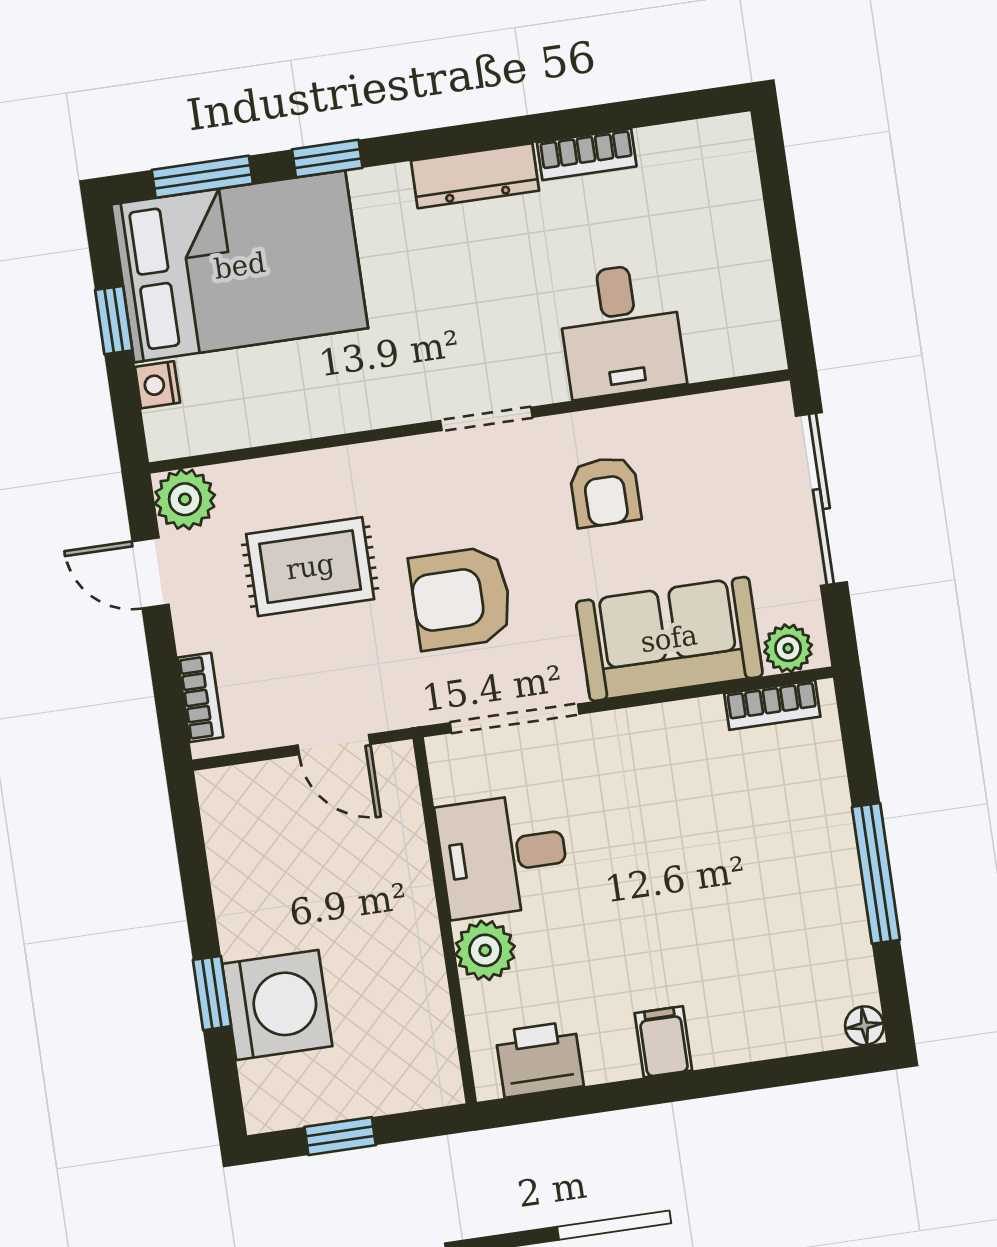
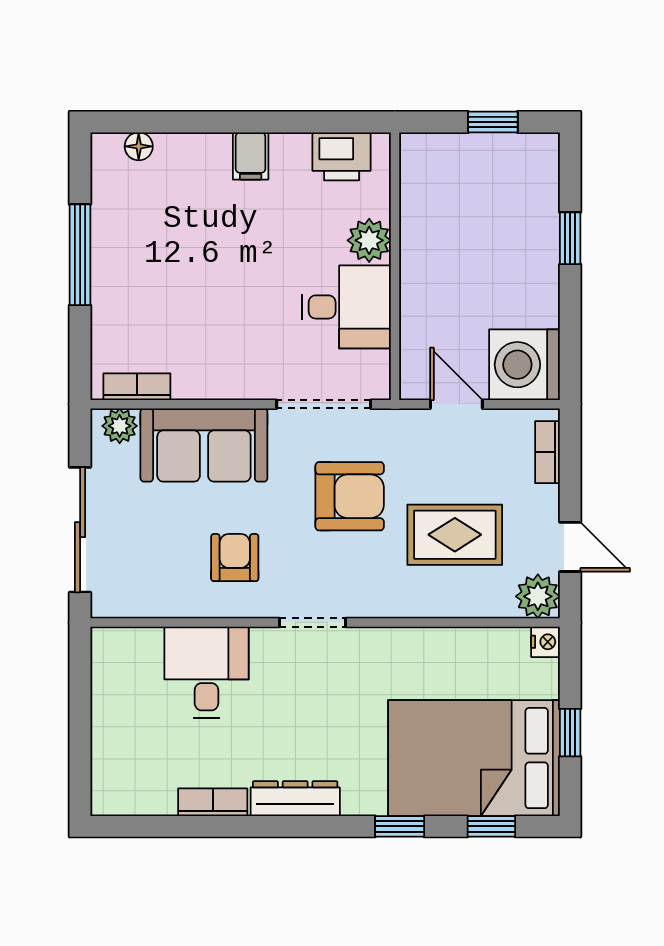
window: (202, 177) -> (491, 826), width x0.67
nightstand: (157, 385) -> (545, 642), moved
washing machine: (277, 1005) -> (524, 365), moved
floor lamp: (864, 1026) -> (139, 146), moved

